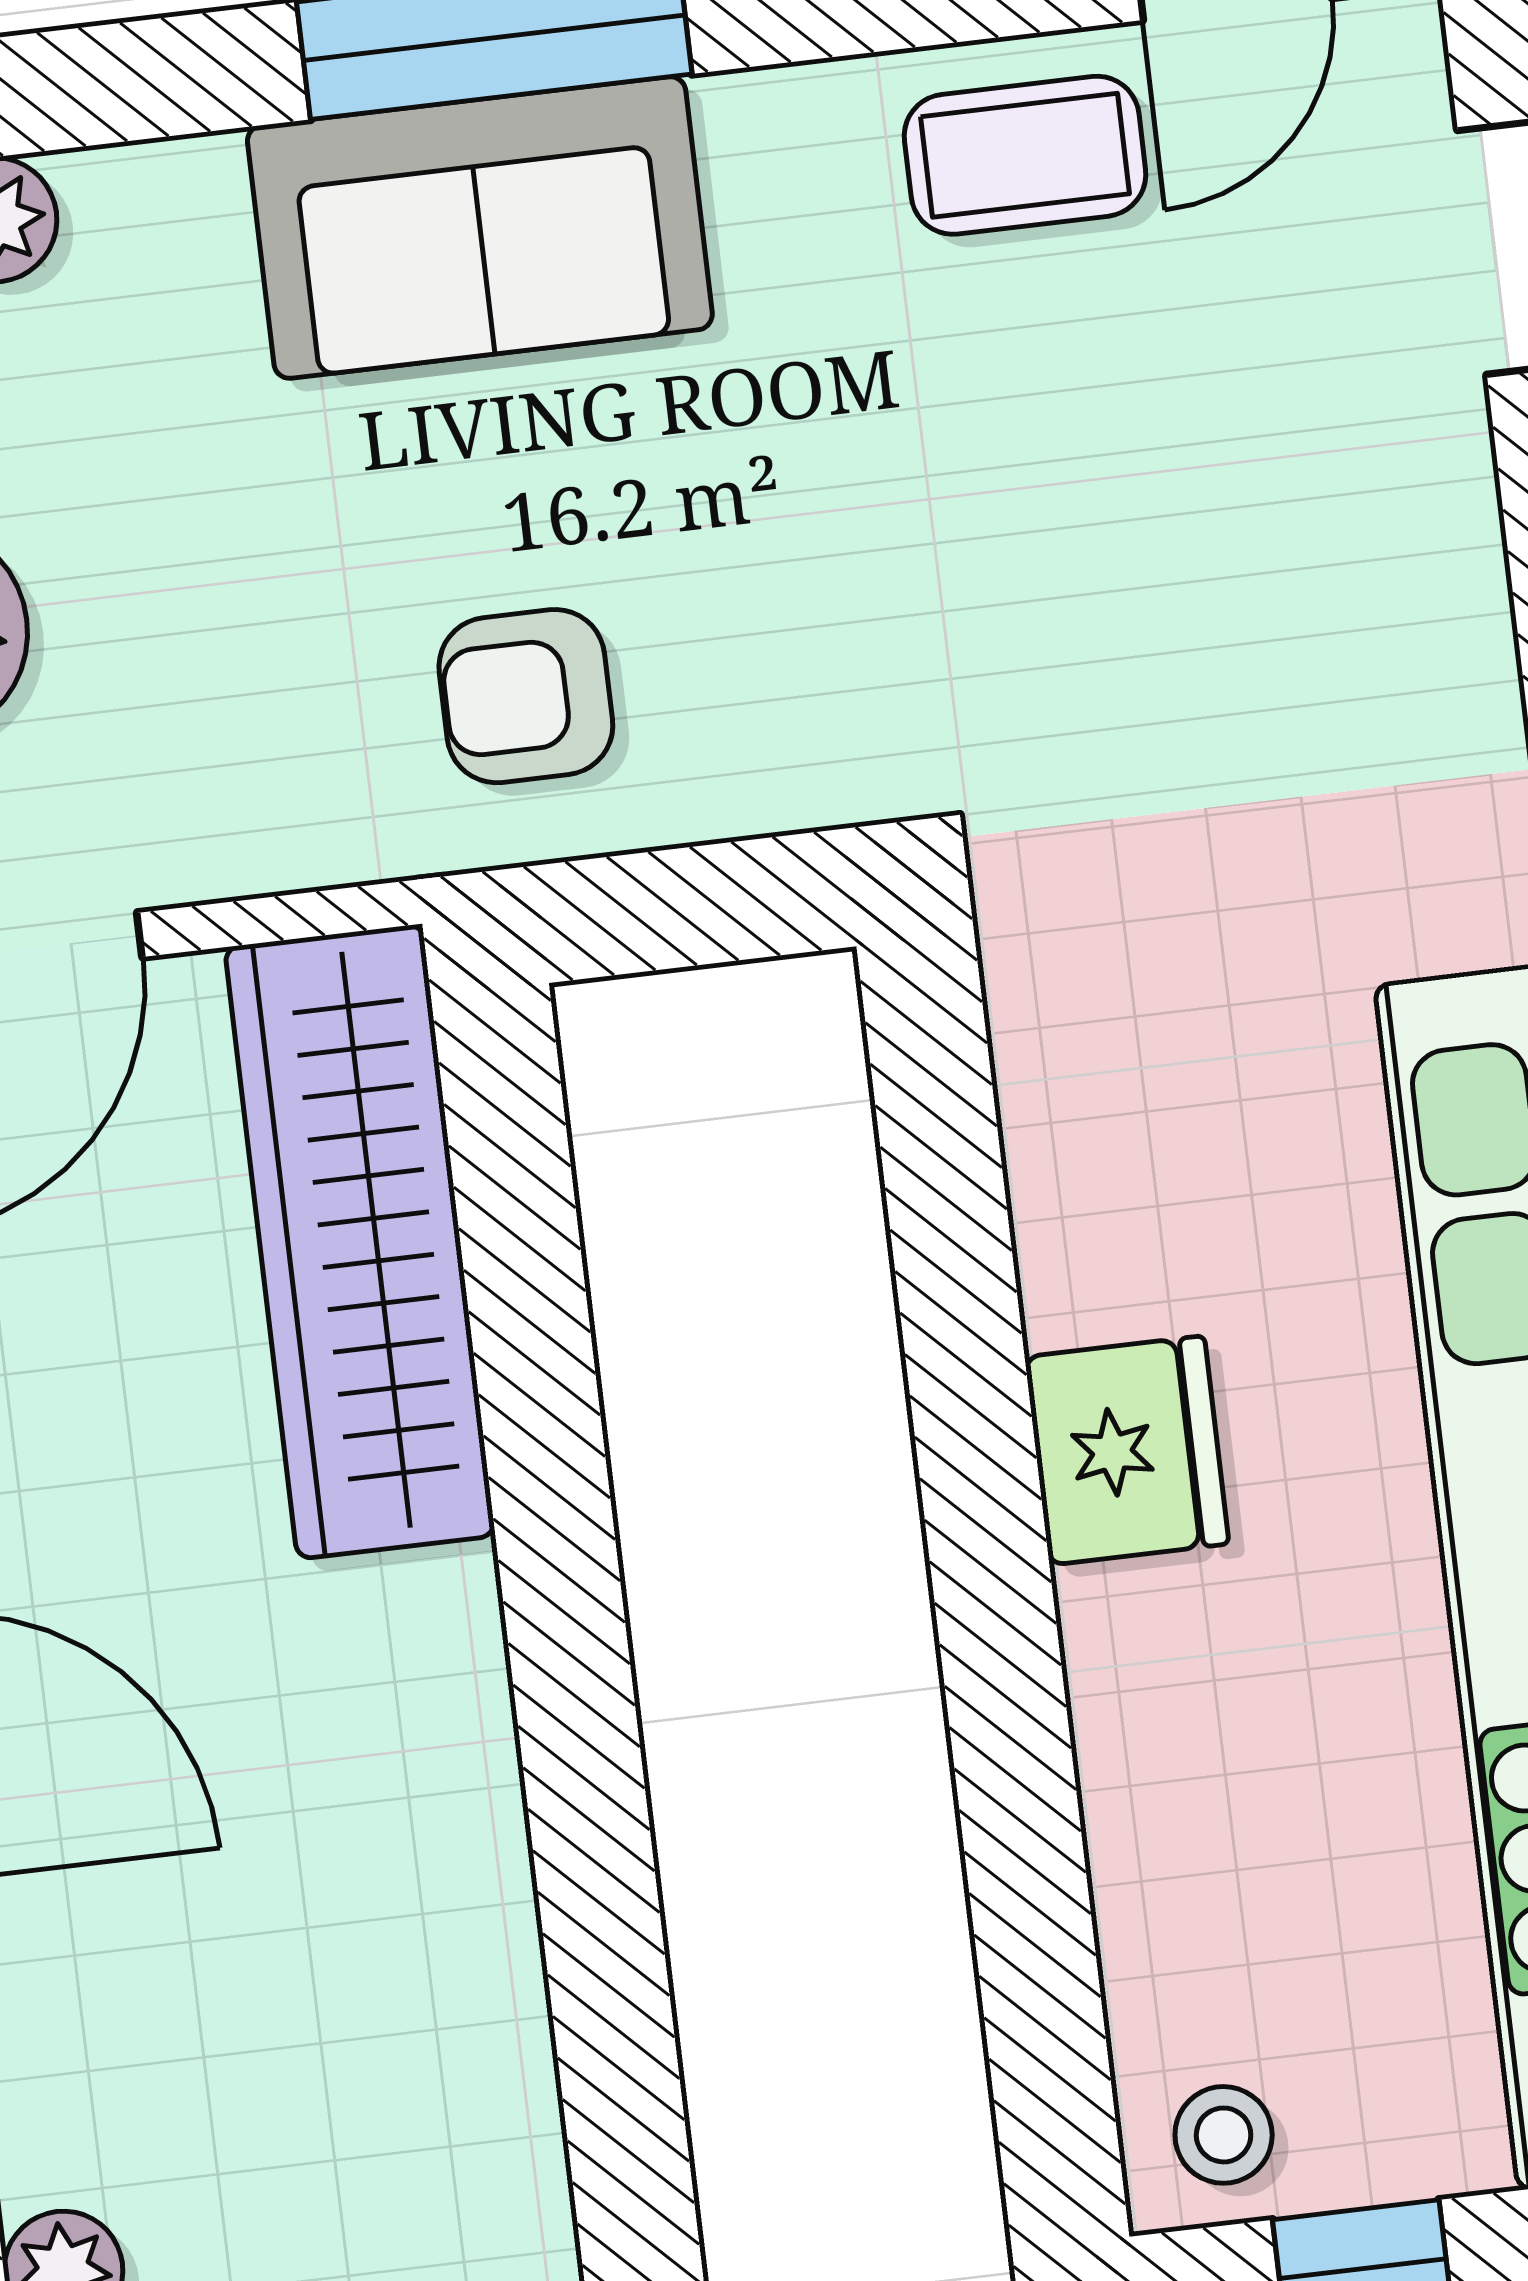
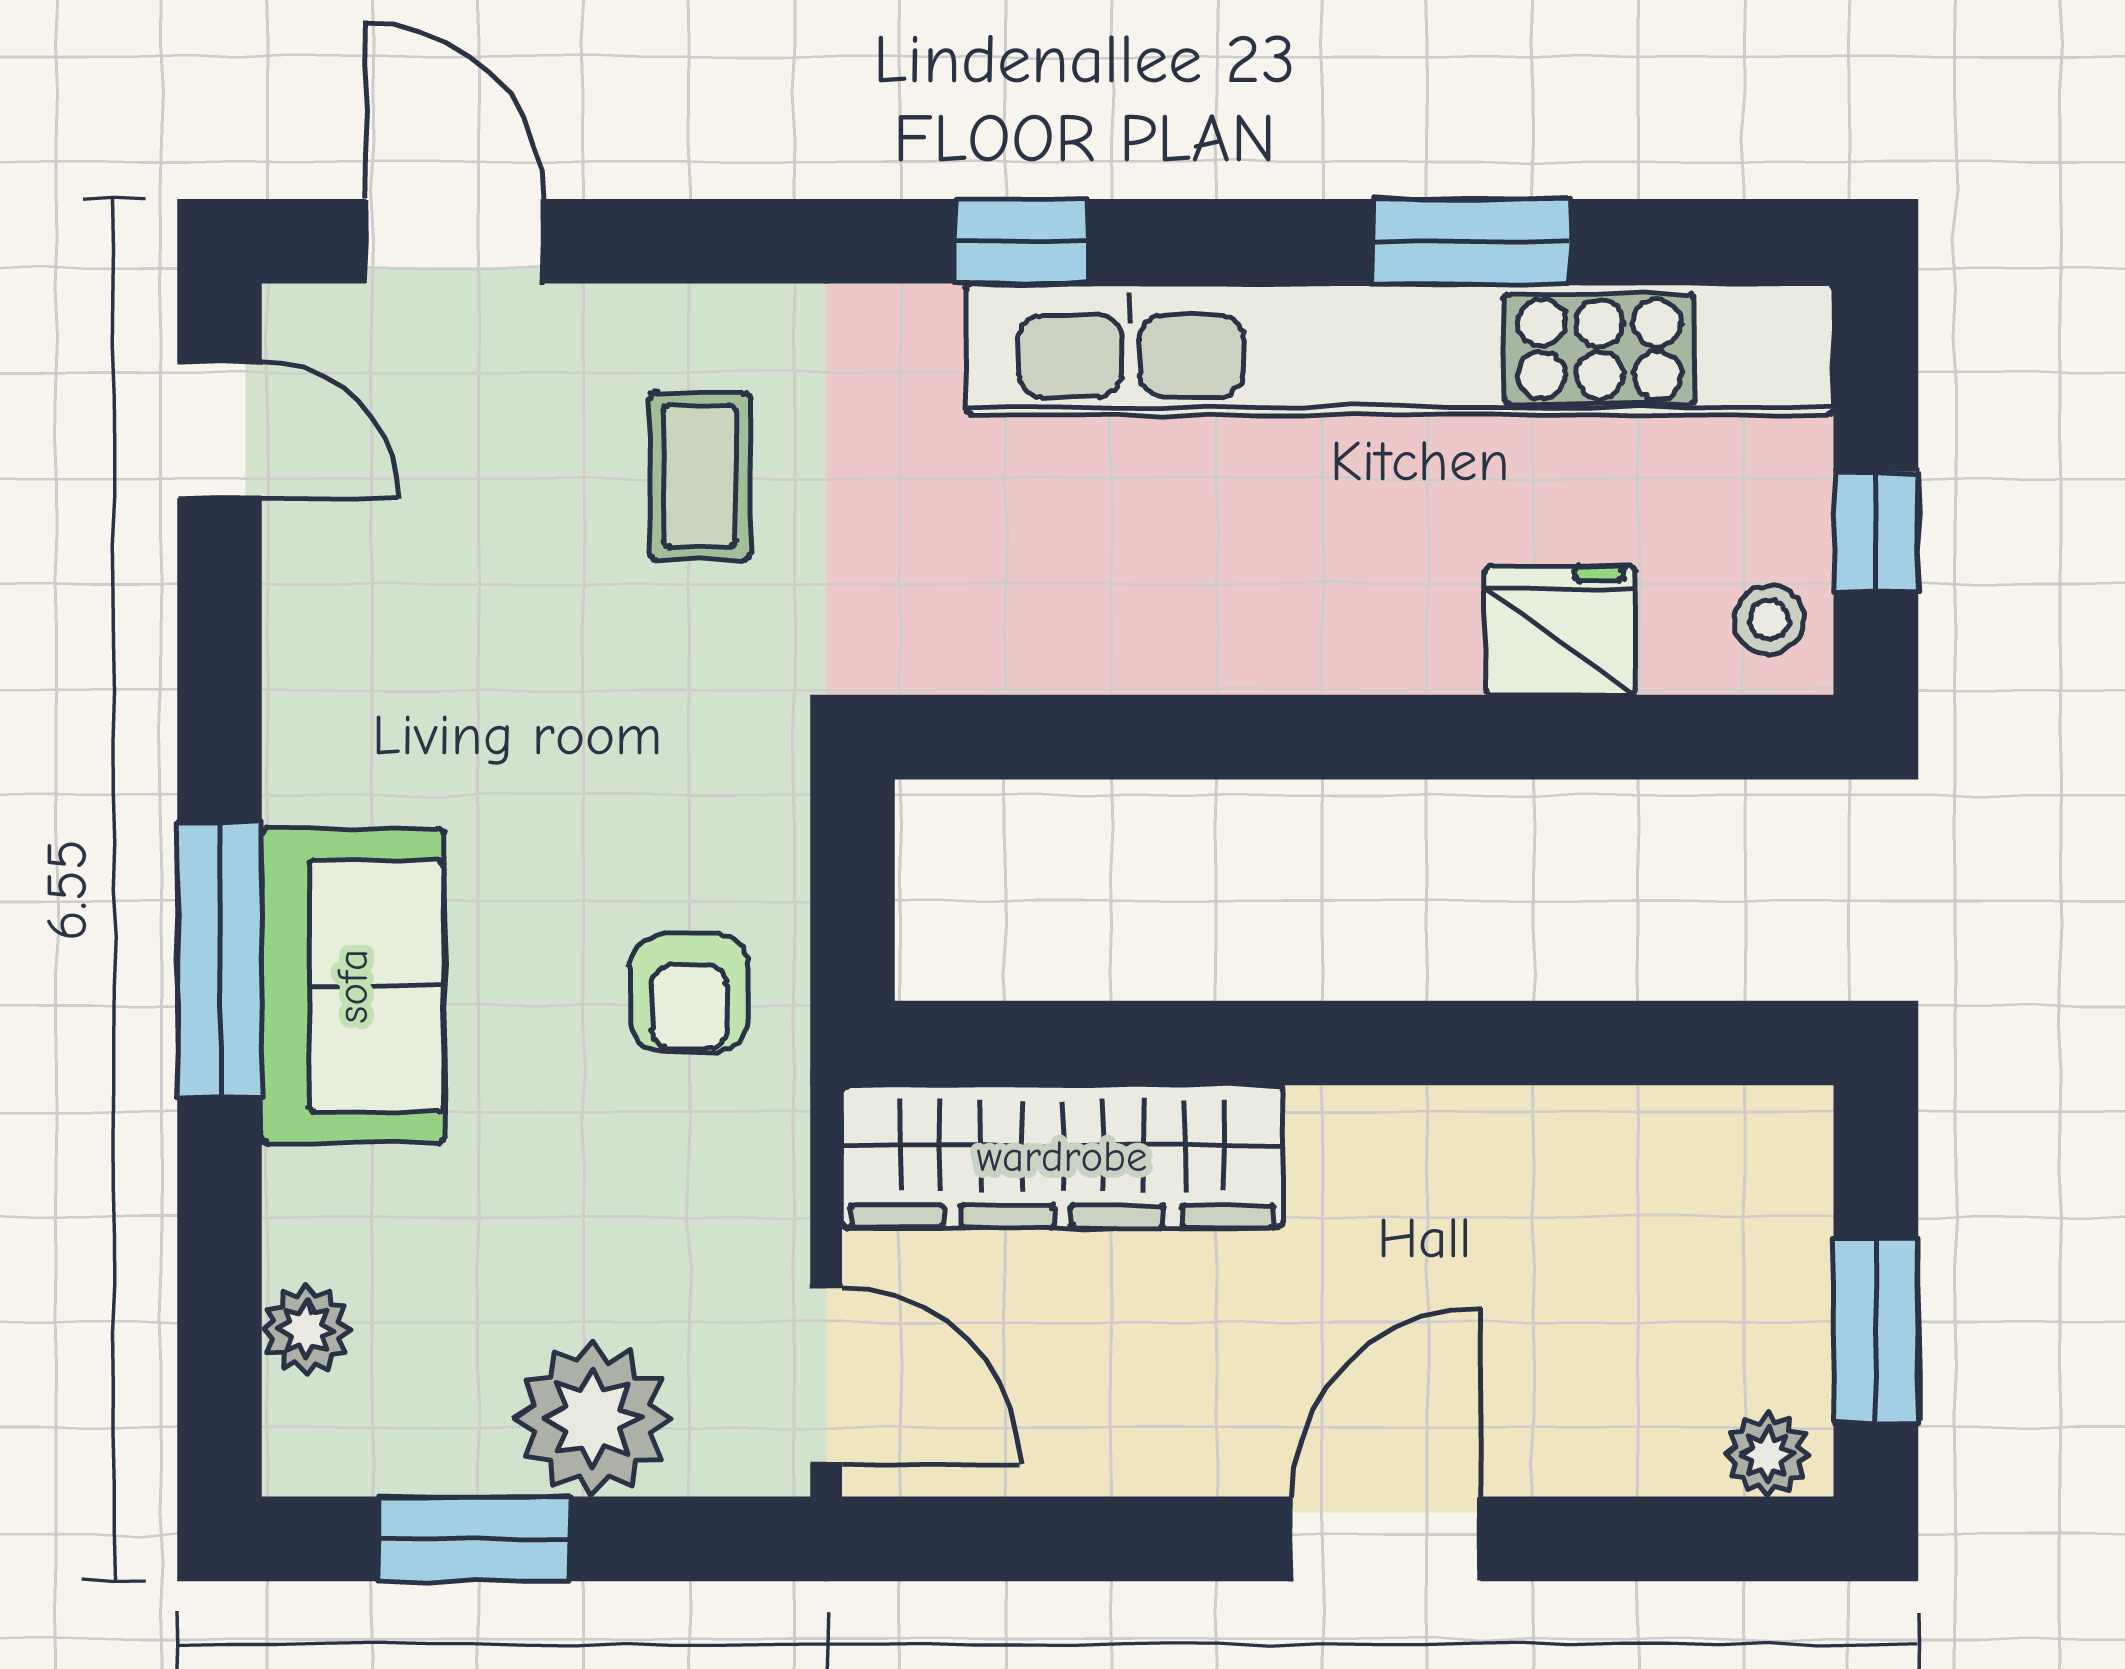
coffee table: (1025, 155) -> (700, 476), moved
fridge: (1127, 1450) -> (1560, 630), moved

